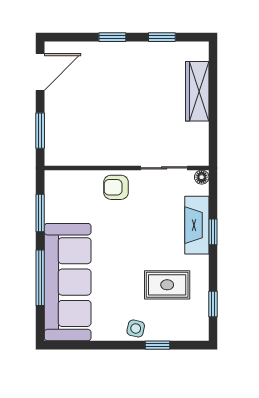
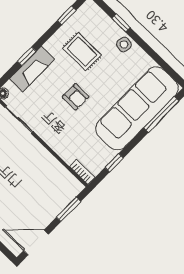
bookcase: (61, 177) -> (82, 172), added
armchair: (116, 187) -> (76, 97), moved
window: (40, 213) -> (114, 163), width x0.67
window: (40, 278) -> (161, 114), moved

